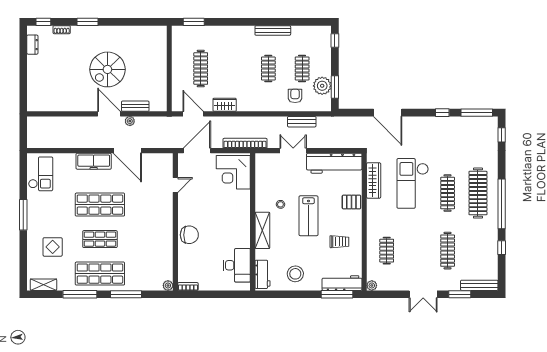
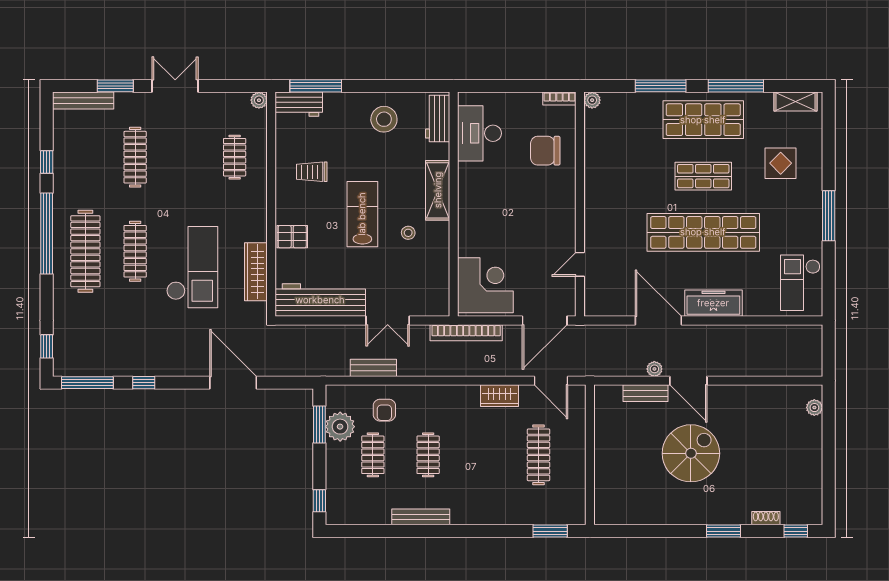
dresser: (32, 45) -> (814, 494), removed
plant: (32, 97) -> (814, 408), added
shop shelf: (100, 205) -> (703, 232), width x1.40
chair: (189, 235) -> (545, 151), moved
workbench: (342, 283) -> (299, 104), width x0.73

